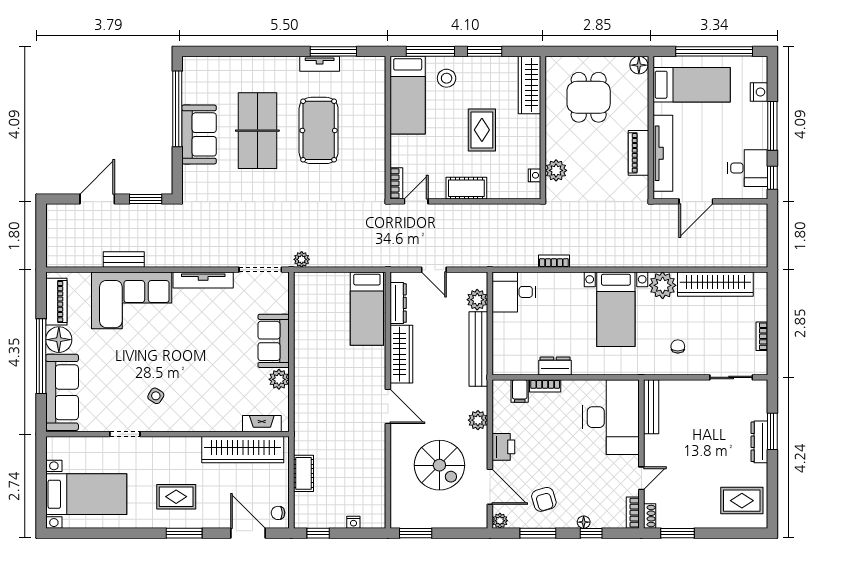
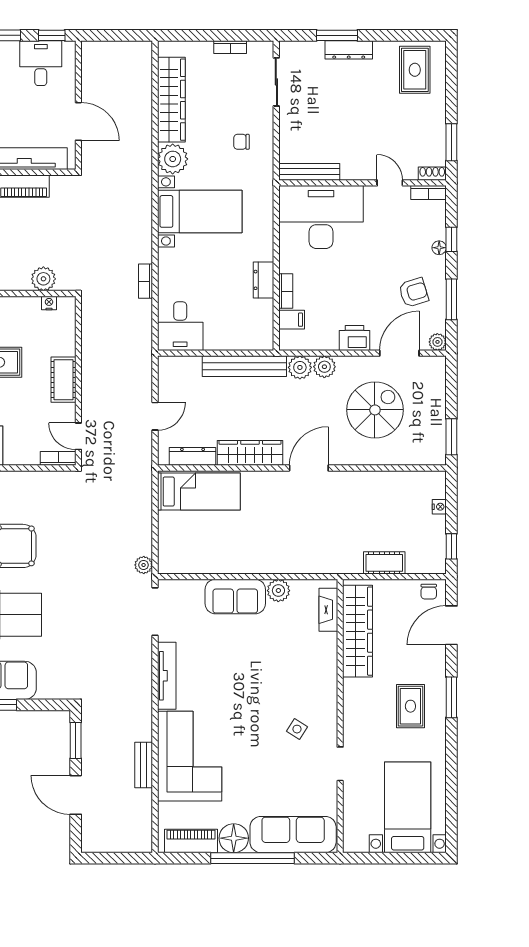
plant: (477, 300) -> (300, 367), moved

